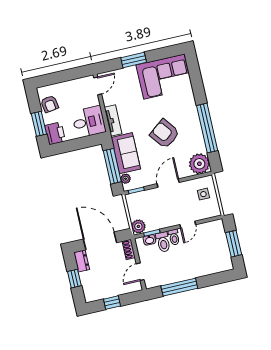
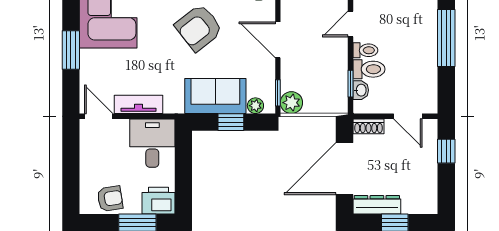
tv unit: (113, 120) -> (139, 104), moved
window: (112, 166) -> (231, 122), width x0.46
door: (188, 225) -> (351, 24), swing flipped
plant: (138, 226) -> (291, 103), moved
dresser: (82, 261) -> (377, 205), width x1.44
window: (179, 287) -> (446, 38), moved
window: (112, 303) -> (446, 151), moved

